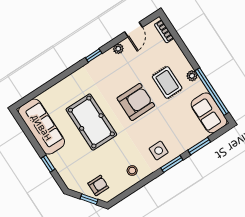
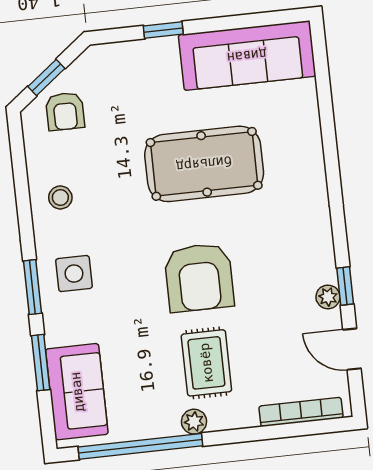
bookcase: (164, 31) -> (301, 412), width x1.56
window: (94, 55) -> (345, 286), moved
rug: (167, 82) -> (206, 363), turned 90
sofa: (209, 113) -> (77, 392), moved, turned 90

